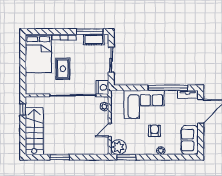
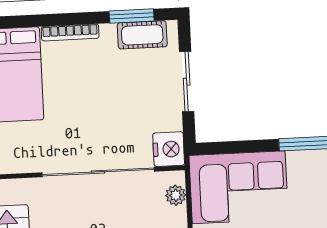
window: (90, 32) -> (132, 16), width x0.69
rug: (63, 69) -> (71, 109), removed
corner sofa: (144, 105) -> (239, 187), moved

